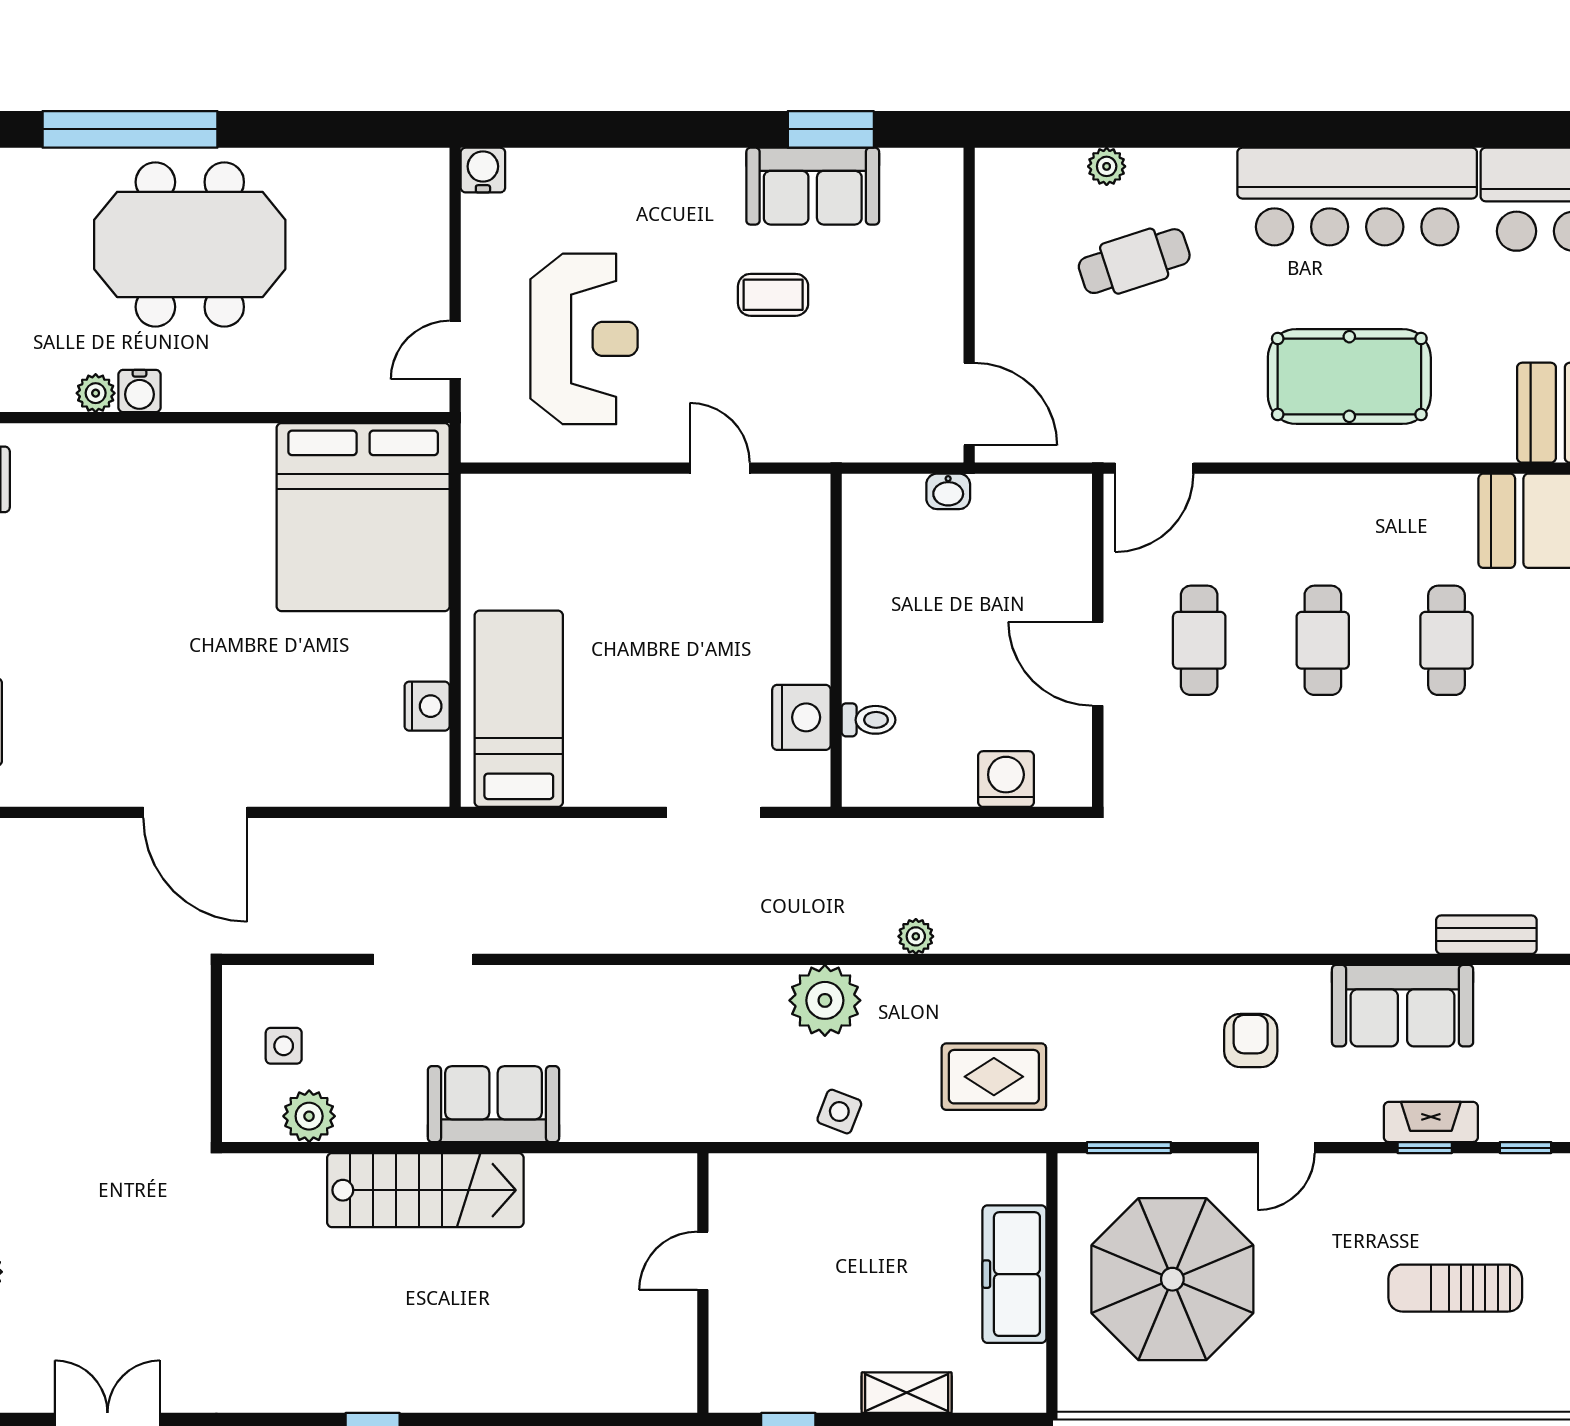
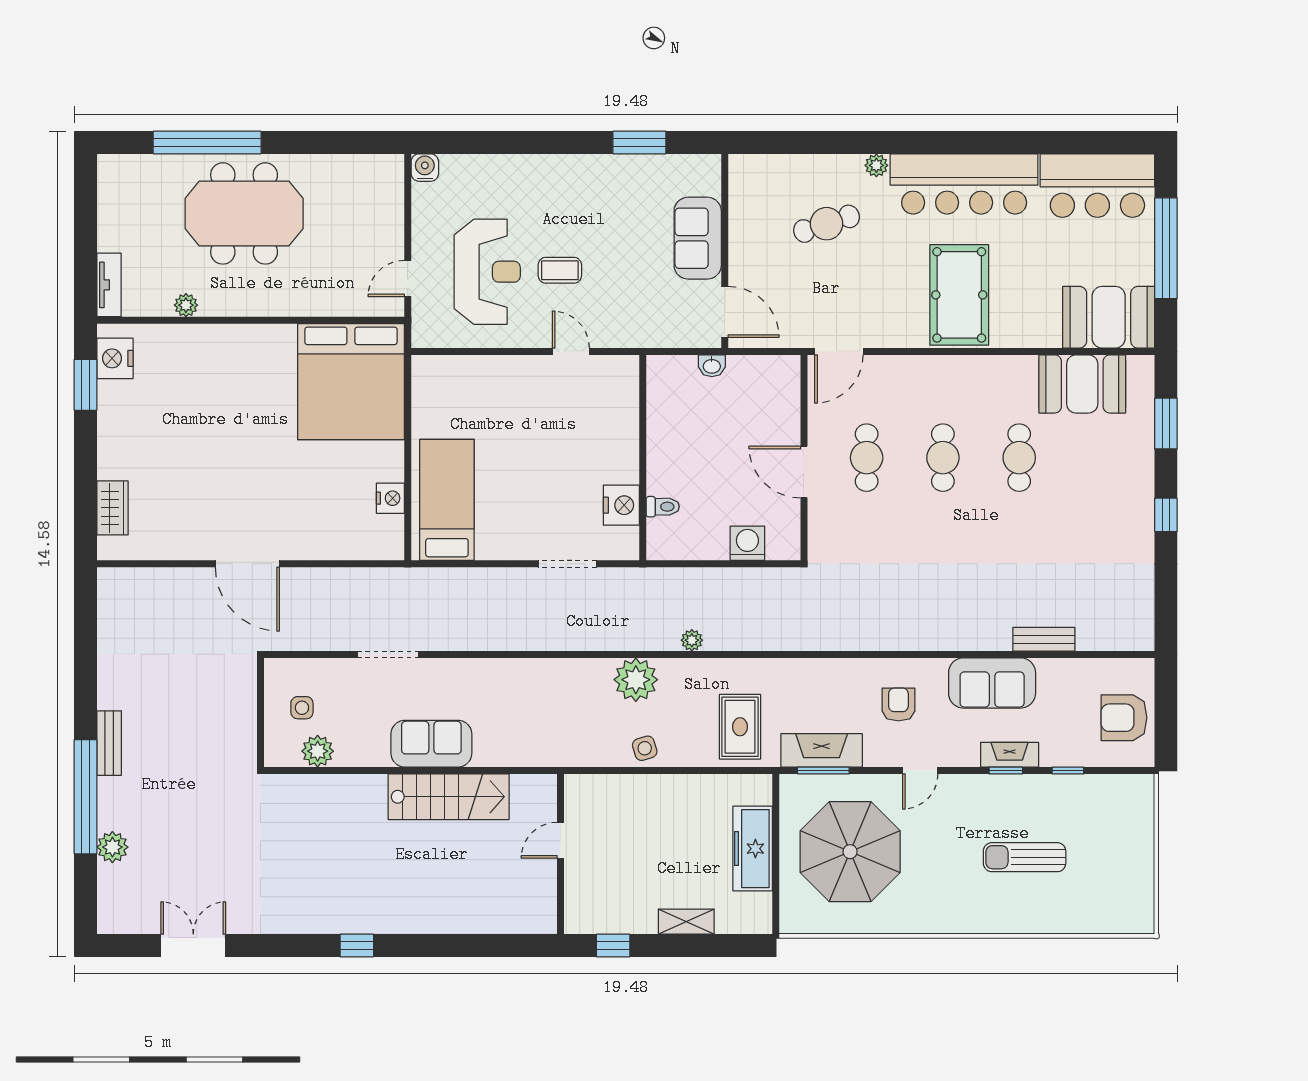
plant: (1107, 166) -> (876, 165), moved
sofa: (813, 186) -> (698, 238), moved, turned 90
coffee table: (773, 295) -> (560, 270), moved
pool table: (1349, 376) -> (959, 295), turned 90
water cooler: (140, 391) -> (213, 304), removed
rug: (994, 1077) -> (740, 727), turned 90
side table: (839, 1112) -> (645, 748), turned -38
fireplace: (1126, 1115) -> (822, 750), added
stairs: (425, 1190) -> (449, 797), moved

